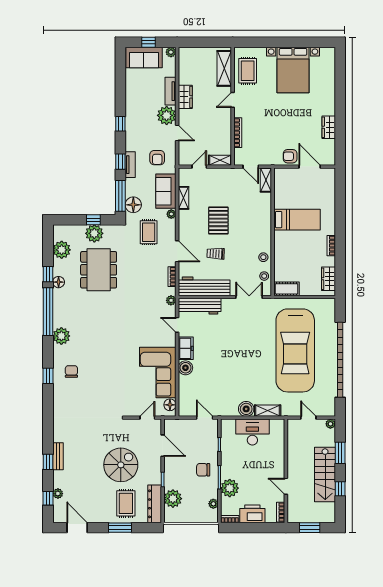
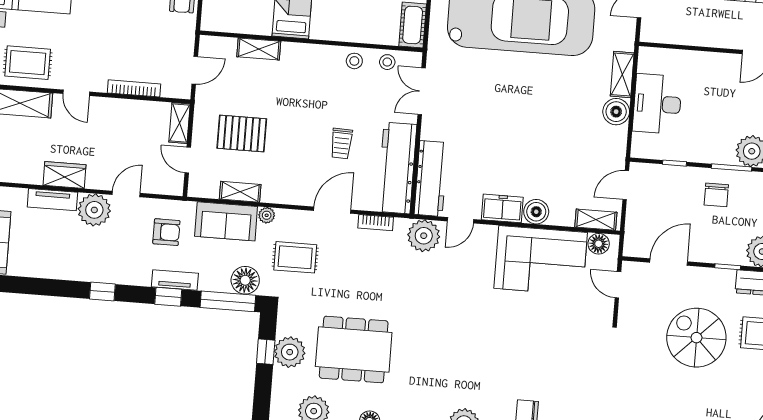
shelving: (266, 180) -> (259, 49), moved
pallet: (218, 221) -> (242, 134), moved
plant: (171, 300) -> (424, 236), width x1.87, depth x1.87
shelving: (184, 402) -> (596, 220), added

